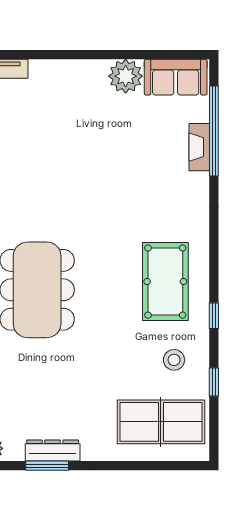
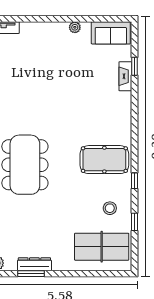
plant: (126, 76) -> (75, 27), width x0.53, depth x0.53
window: (214, 131) -> (135, 66), width x0.32
pool table: (165, 282) -> (104, 160), turned 90

